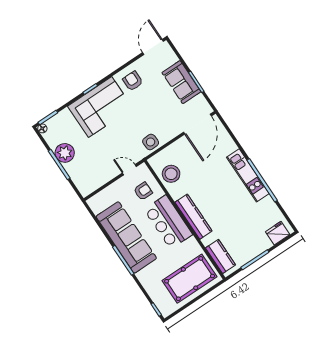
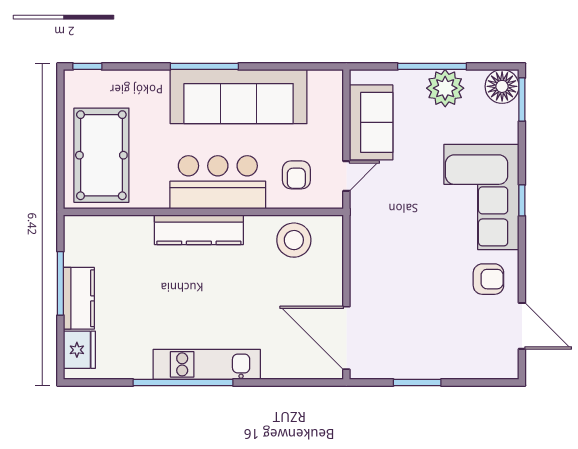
door: (153, 47) -> (522, 326), moved
sofa: (181, 82) -> (371, 122), moved, turned 90
floor lamp: (42, 128) -> (502, 86), width x1.89, depth x1.89
side table: (151, 142) -> (369, 241), removed
kitchen counter: (220, 256) -> (79, 298), moved, turned -90

